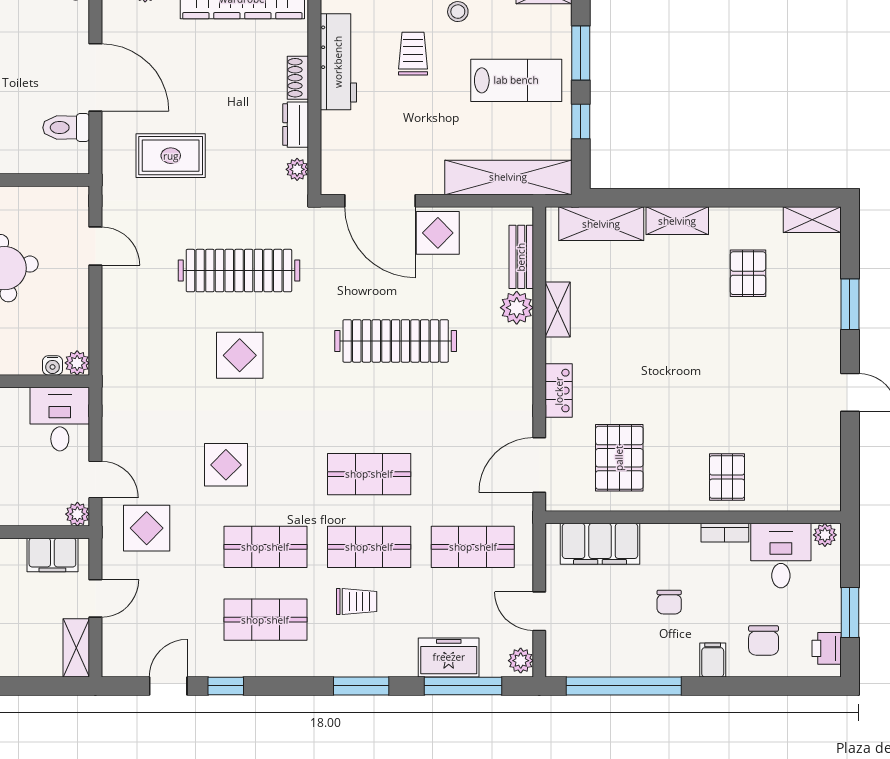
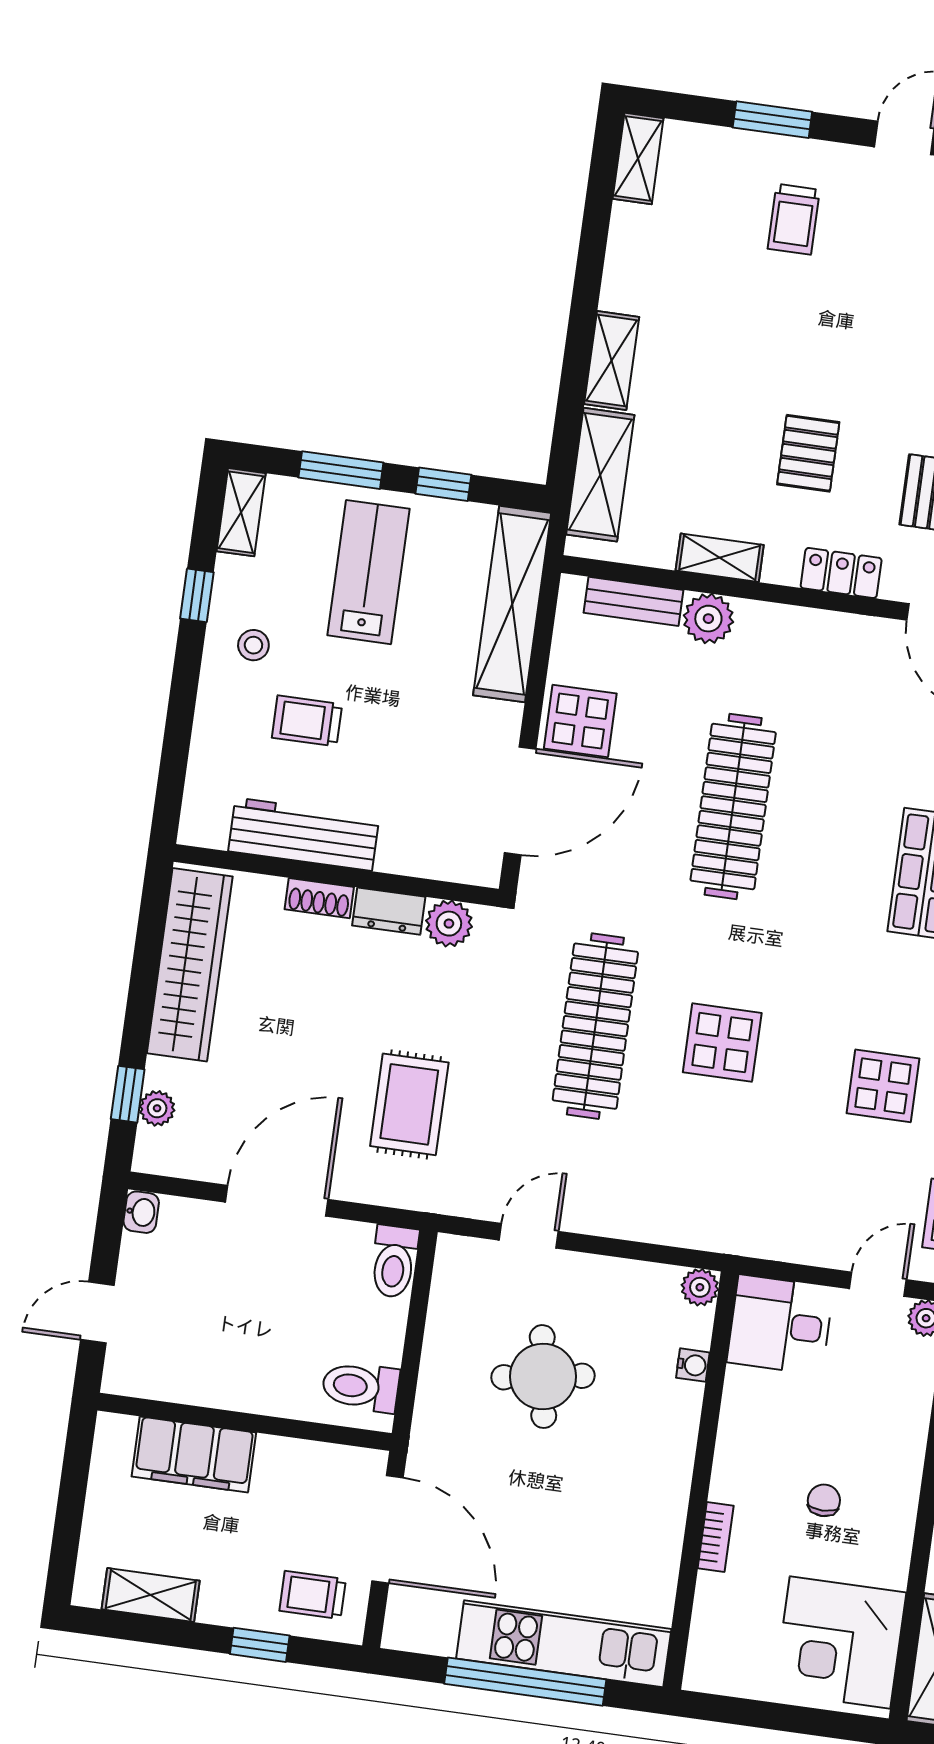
toilet: (66, 128) -> (394, 1262), moved
plant: (297, 169) -> (449, 924), width x1.38, depth x1.38
pallet: (748, 273) -> (808, 453), moved, turned 90
trolley: (787, 327) -> (794, 219), added
water cooler: (53, 365) -> (693, 1365), moved

